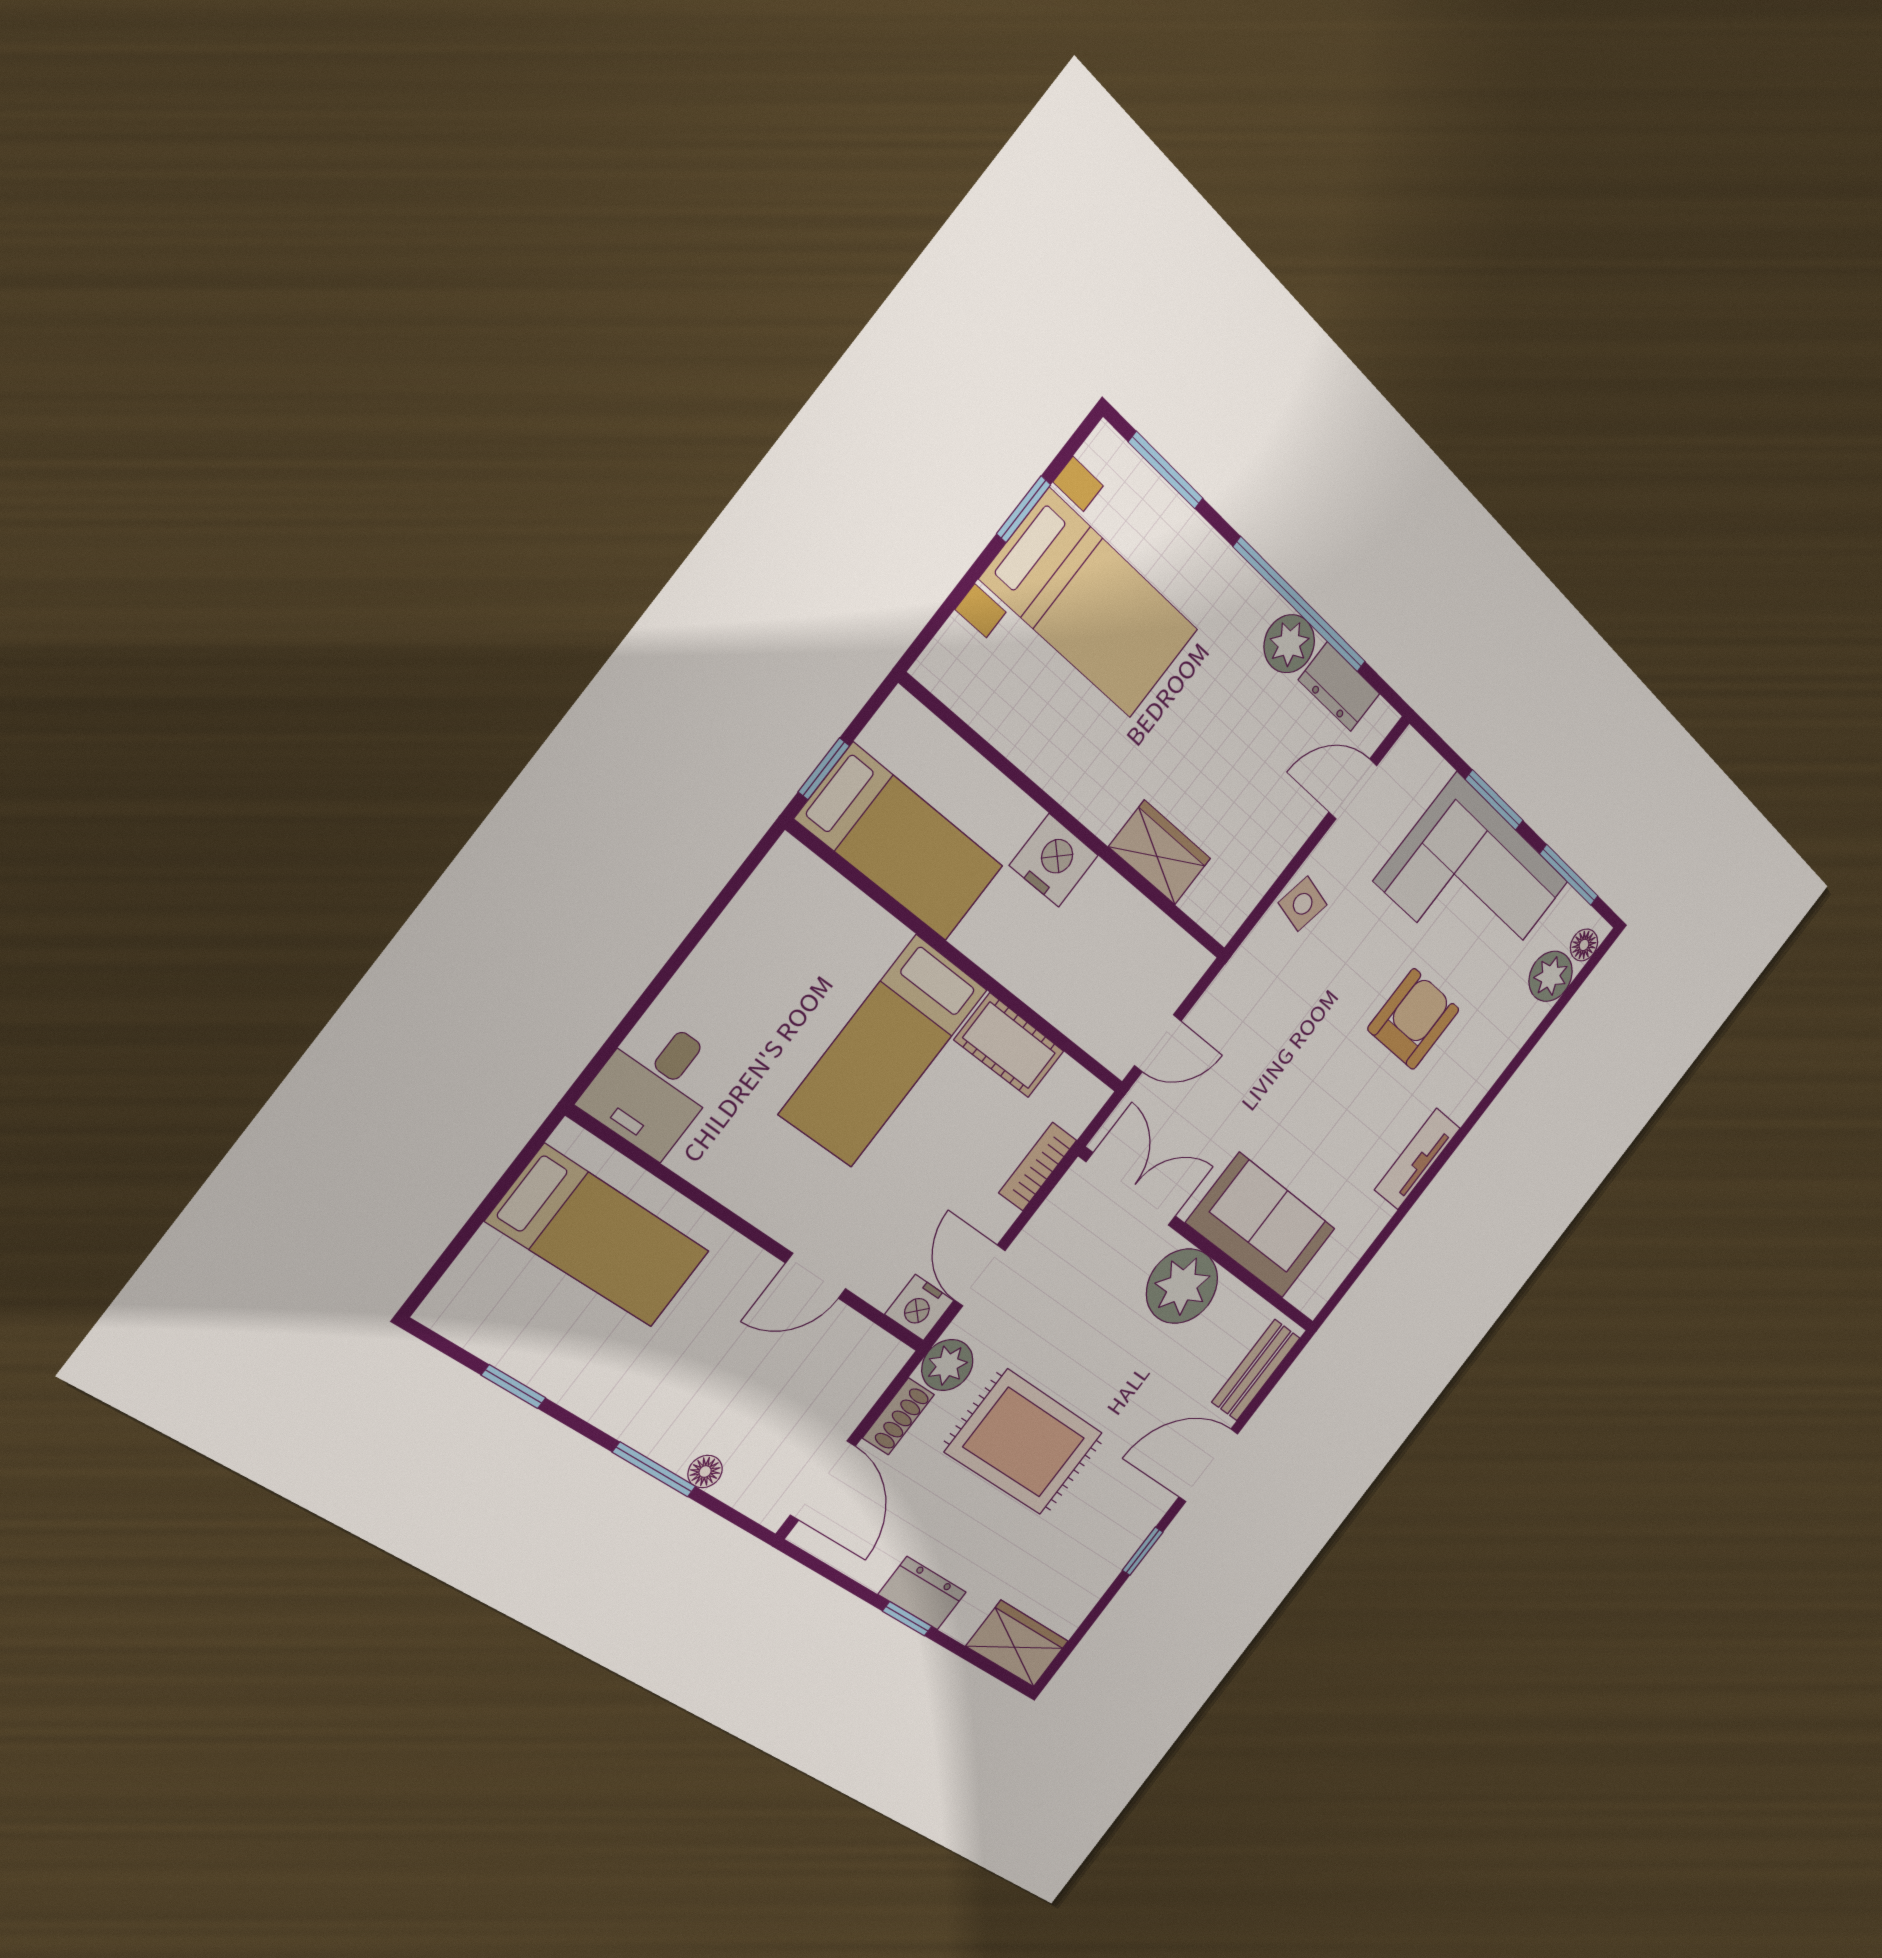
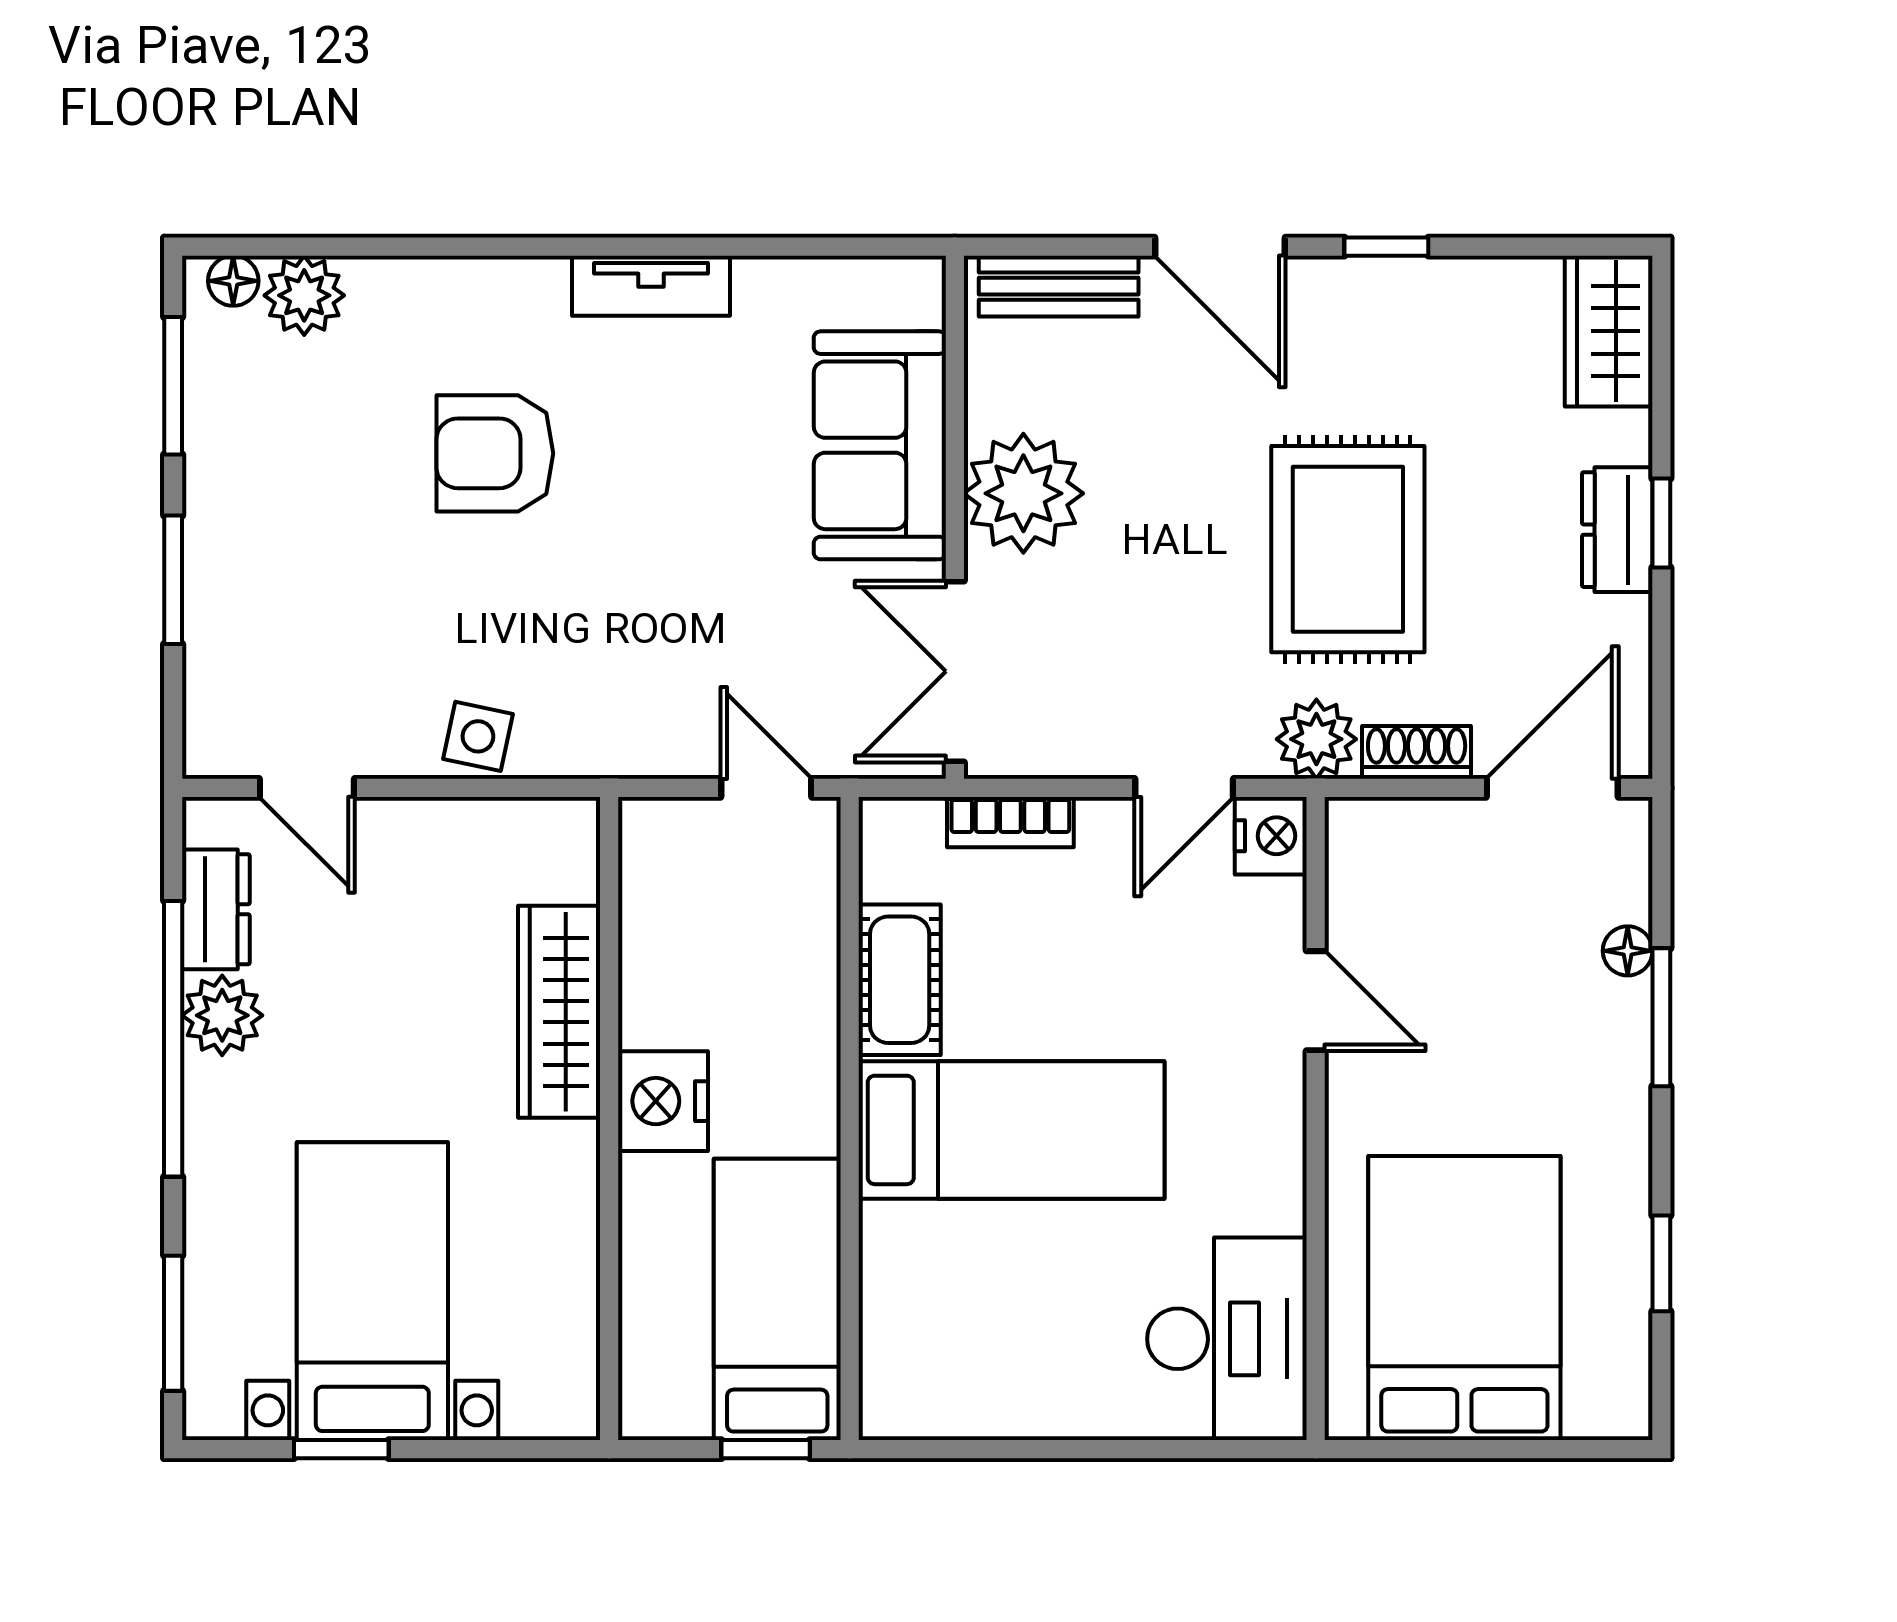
wardrobe: (1160, 853) -> (559, 1012), width x1.50
corner sofa: (1472, 882) -> (284, 522), removed
desk: (655, 1086) -> (1227, 1339), width x1.37
bed: (599, 1237) -> (1464, 1298), width x1.50

